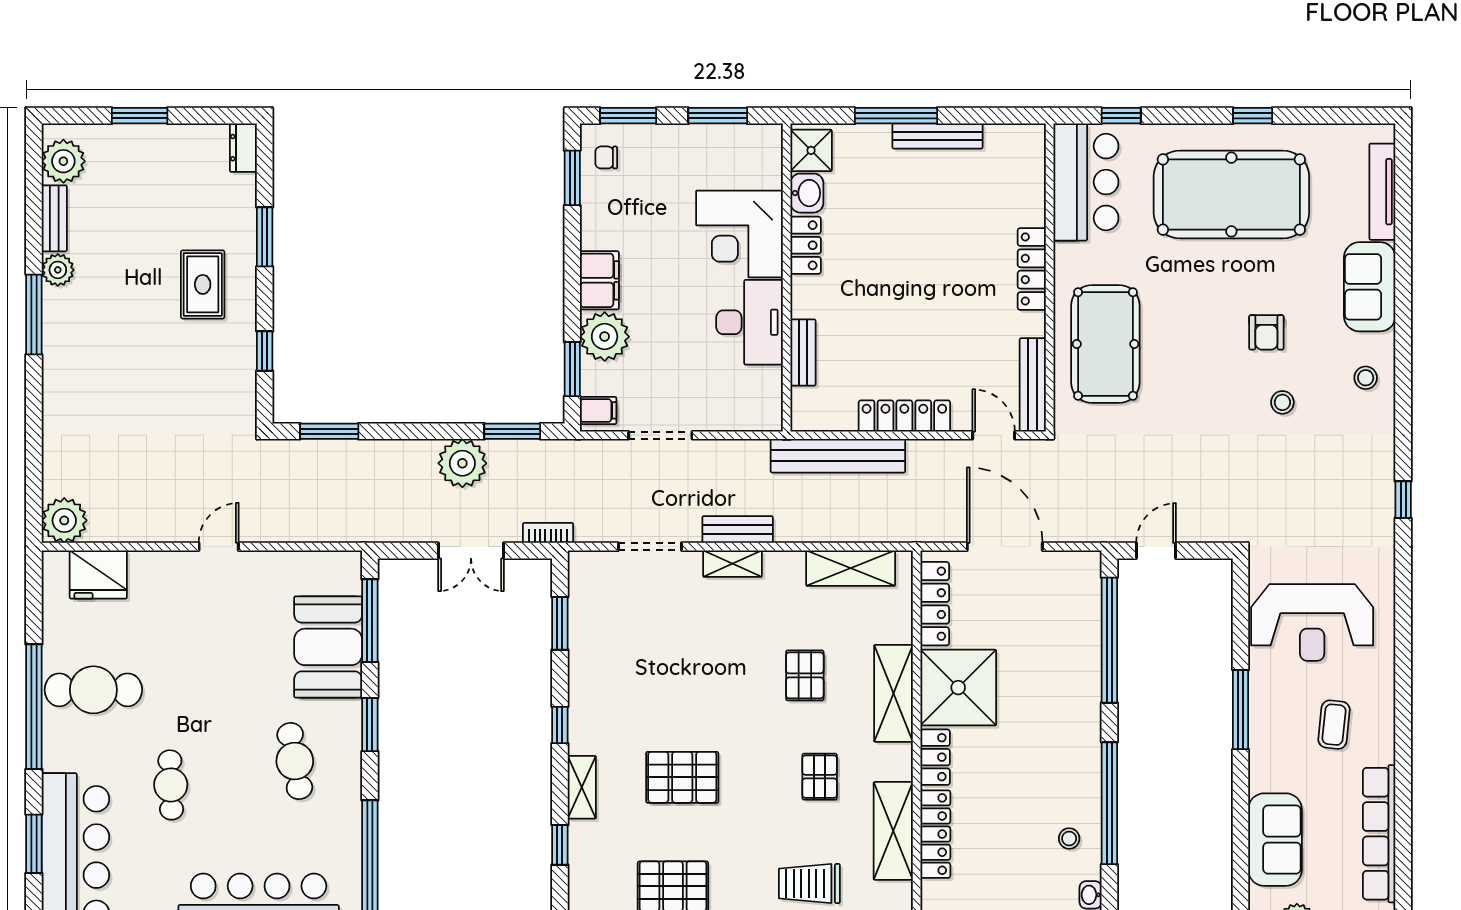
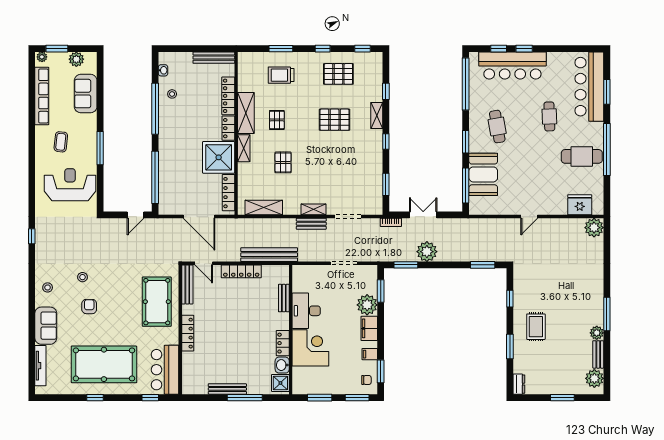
filing cabinet: (598, 410) -> (370, 354), moved
shelving: (893, 693) -> (244, 148), width x0.67, depth x0.75
shelving: (893, 831) -> (246, 113), moved
trolley: (809, 884) -> (281, 75), turned 180

